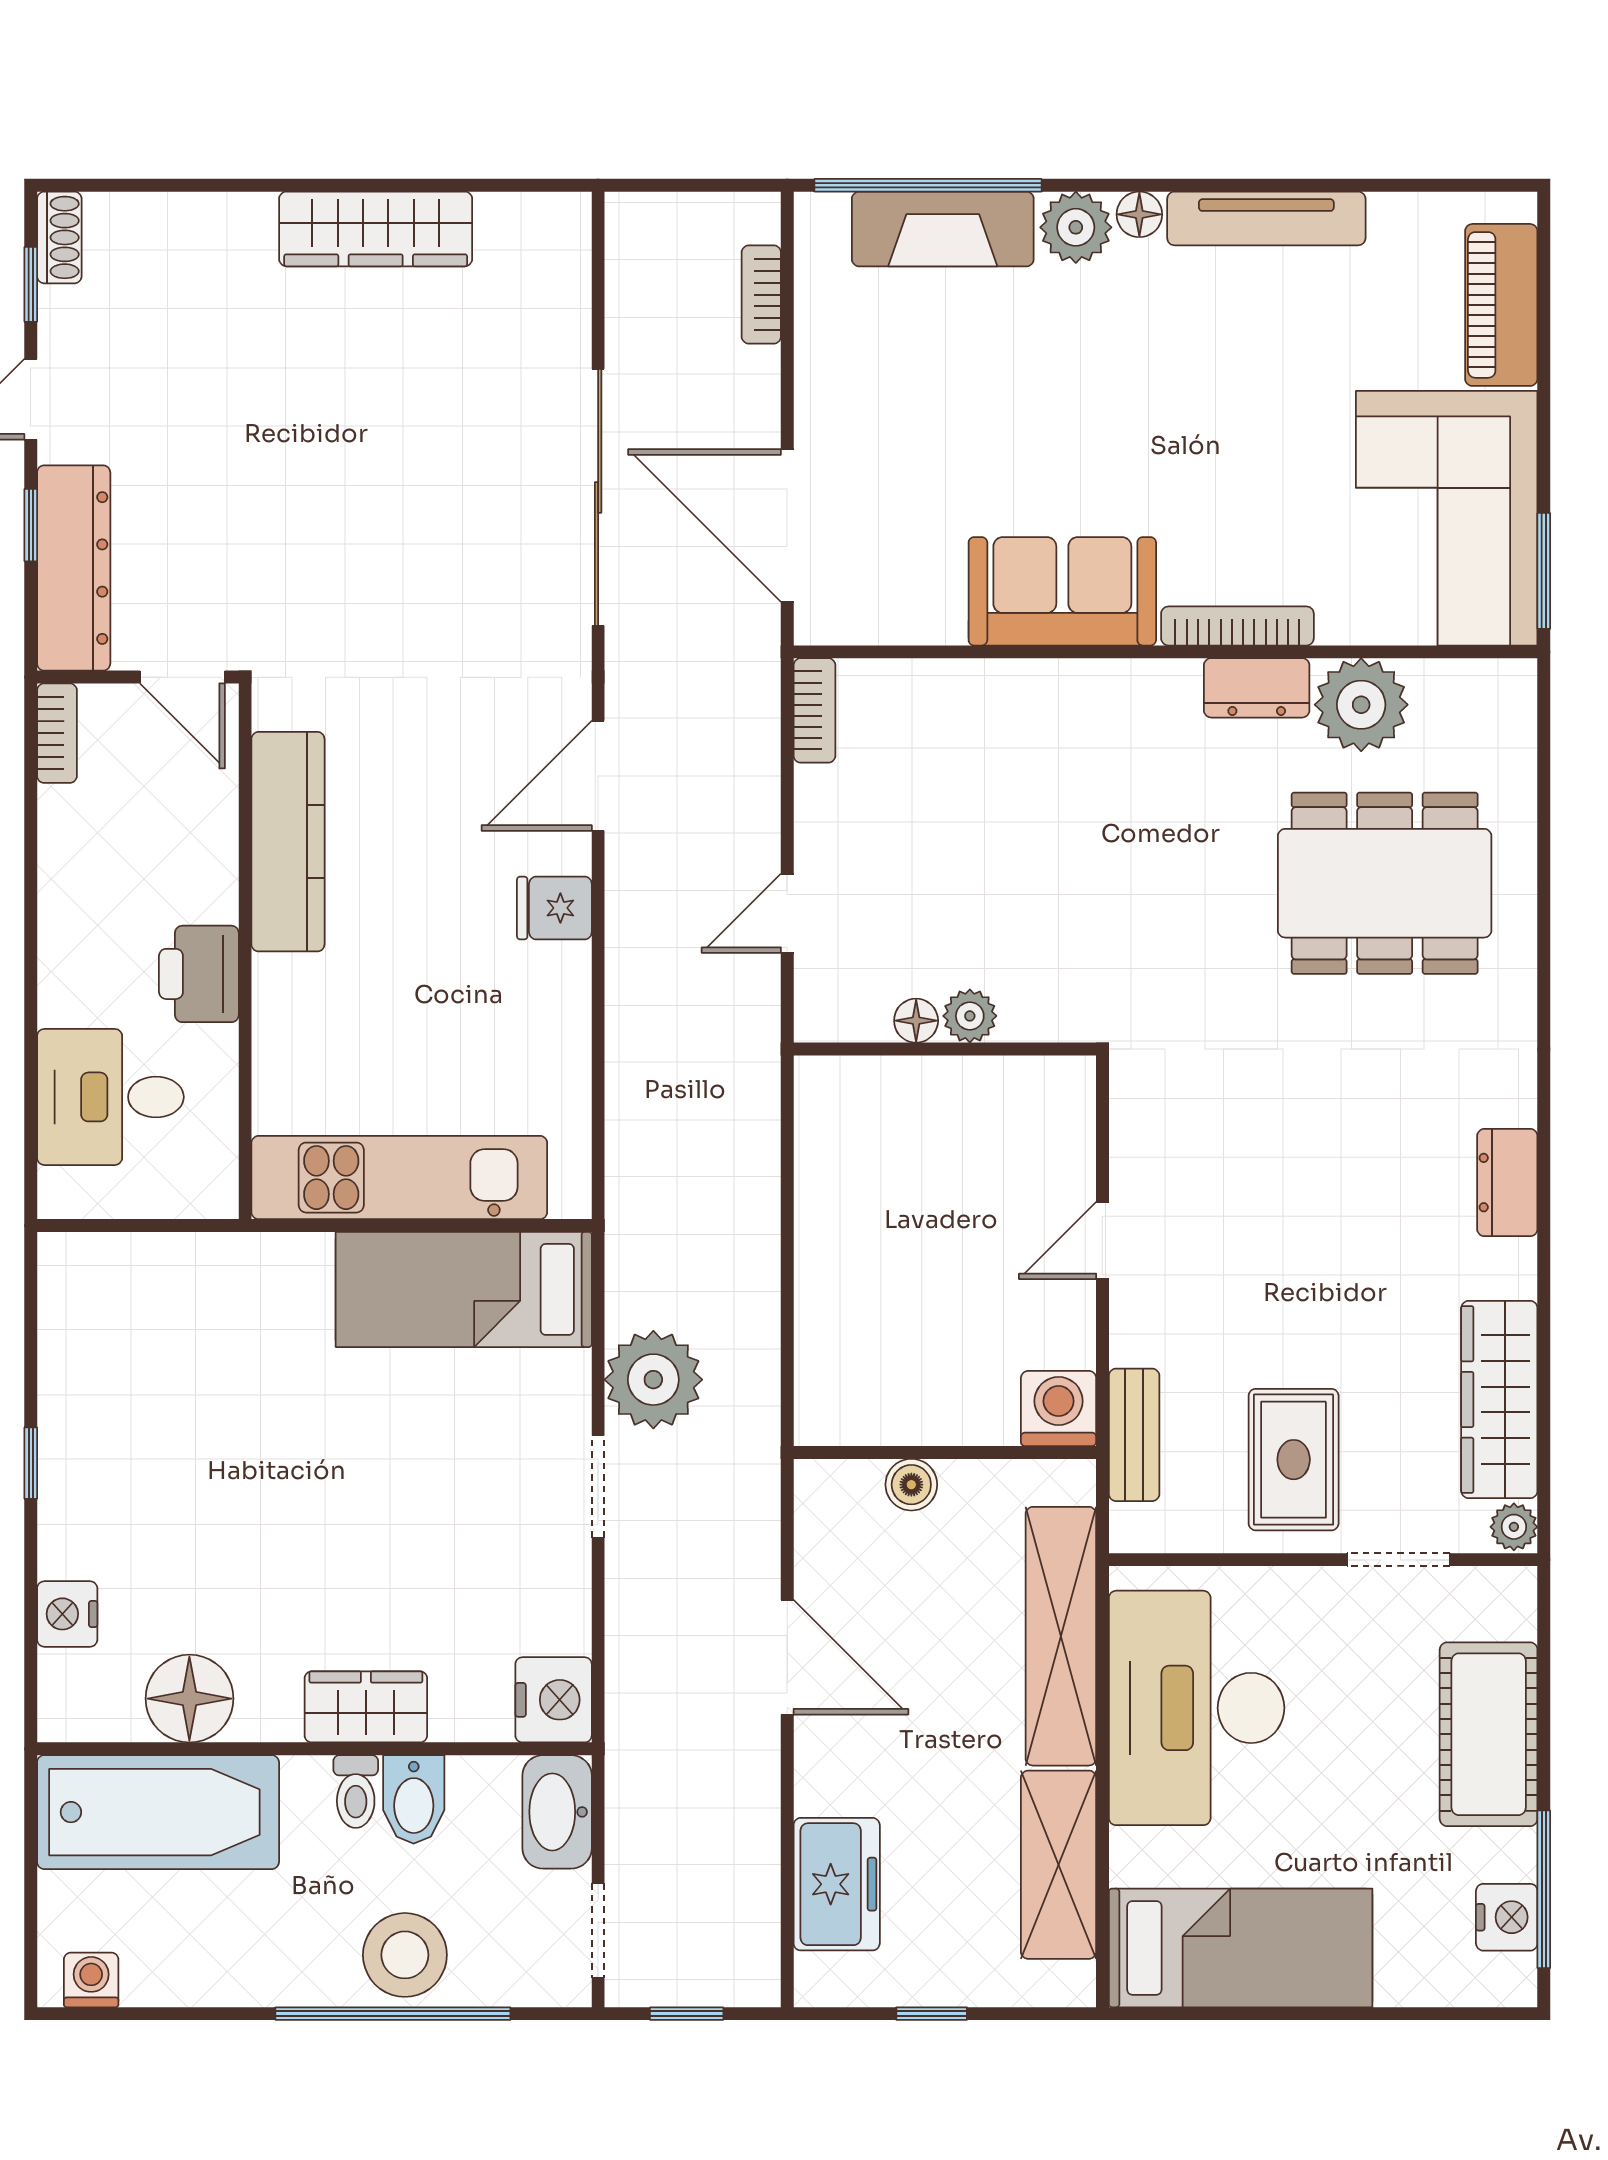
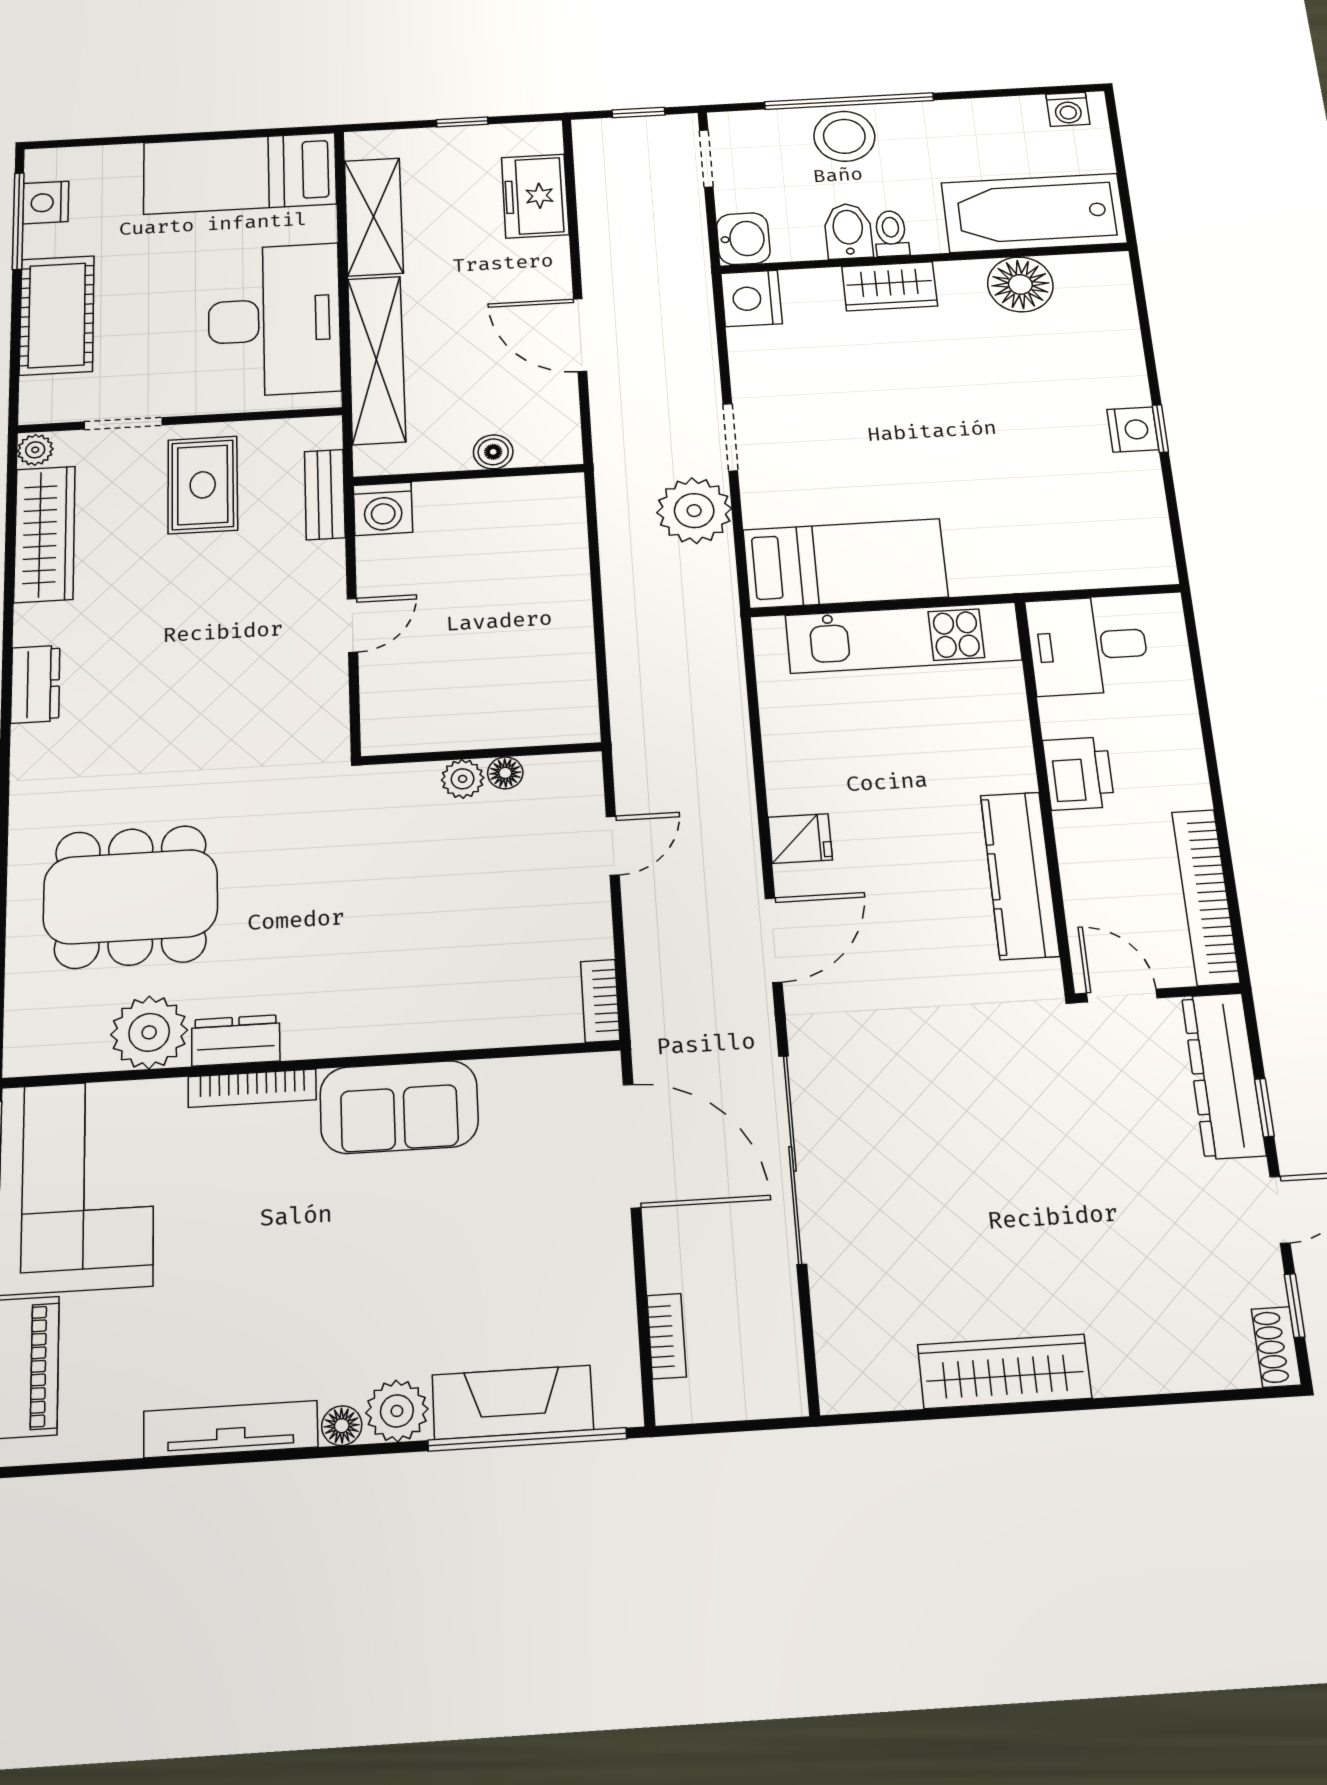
bookcase: (57, 733) -> (1206, 897), width x2.31, depth x1.31
desk: (110, 1097) -> (1088, 646), moved, turned 180
nightstand: (67, 1614) -> (1133, 430), moved
washbasin: (557, 1812) -> (743, 239), width x0.72

